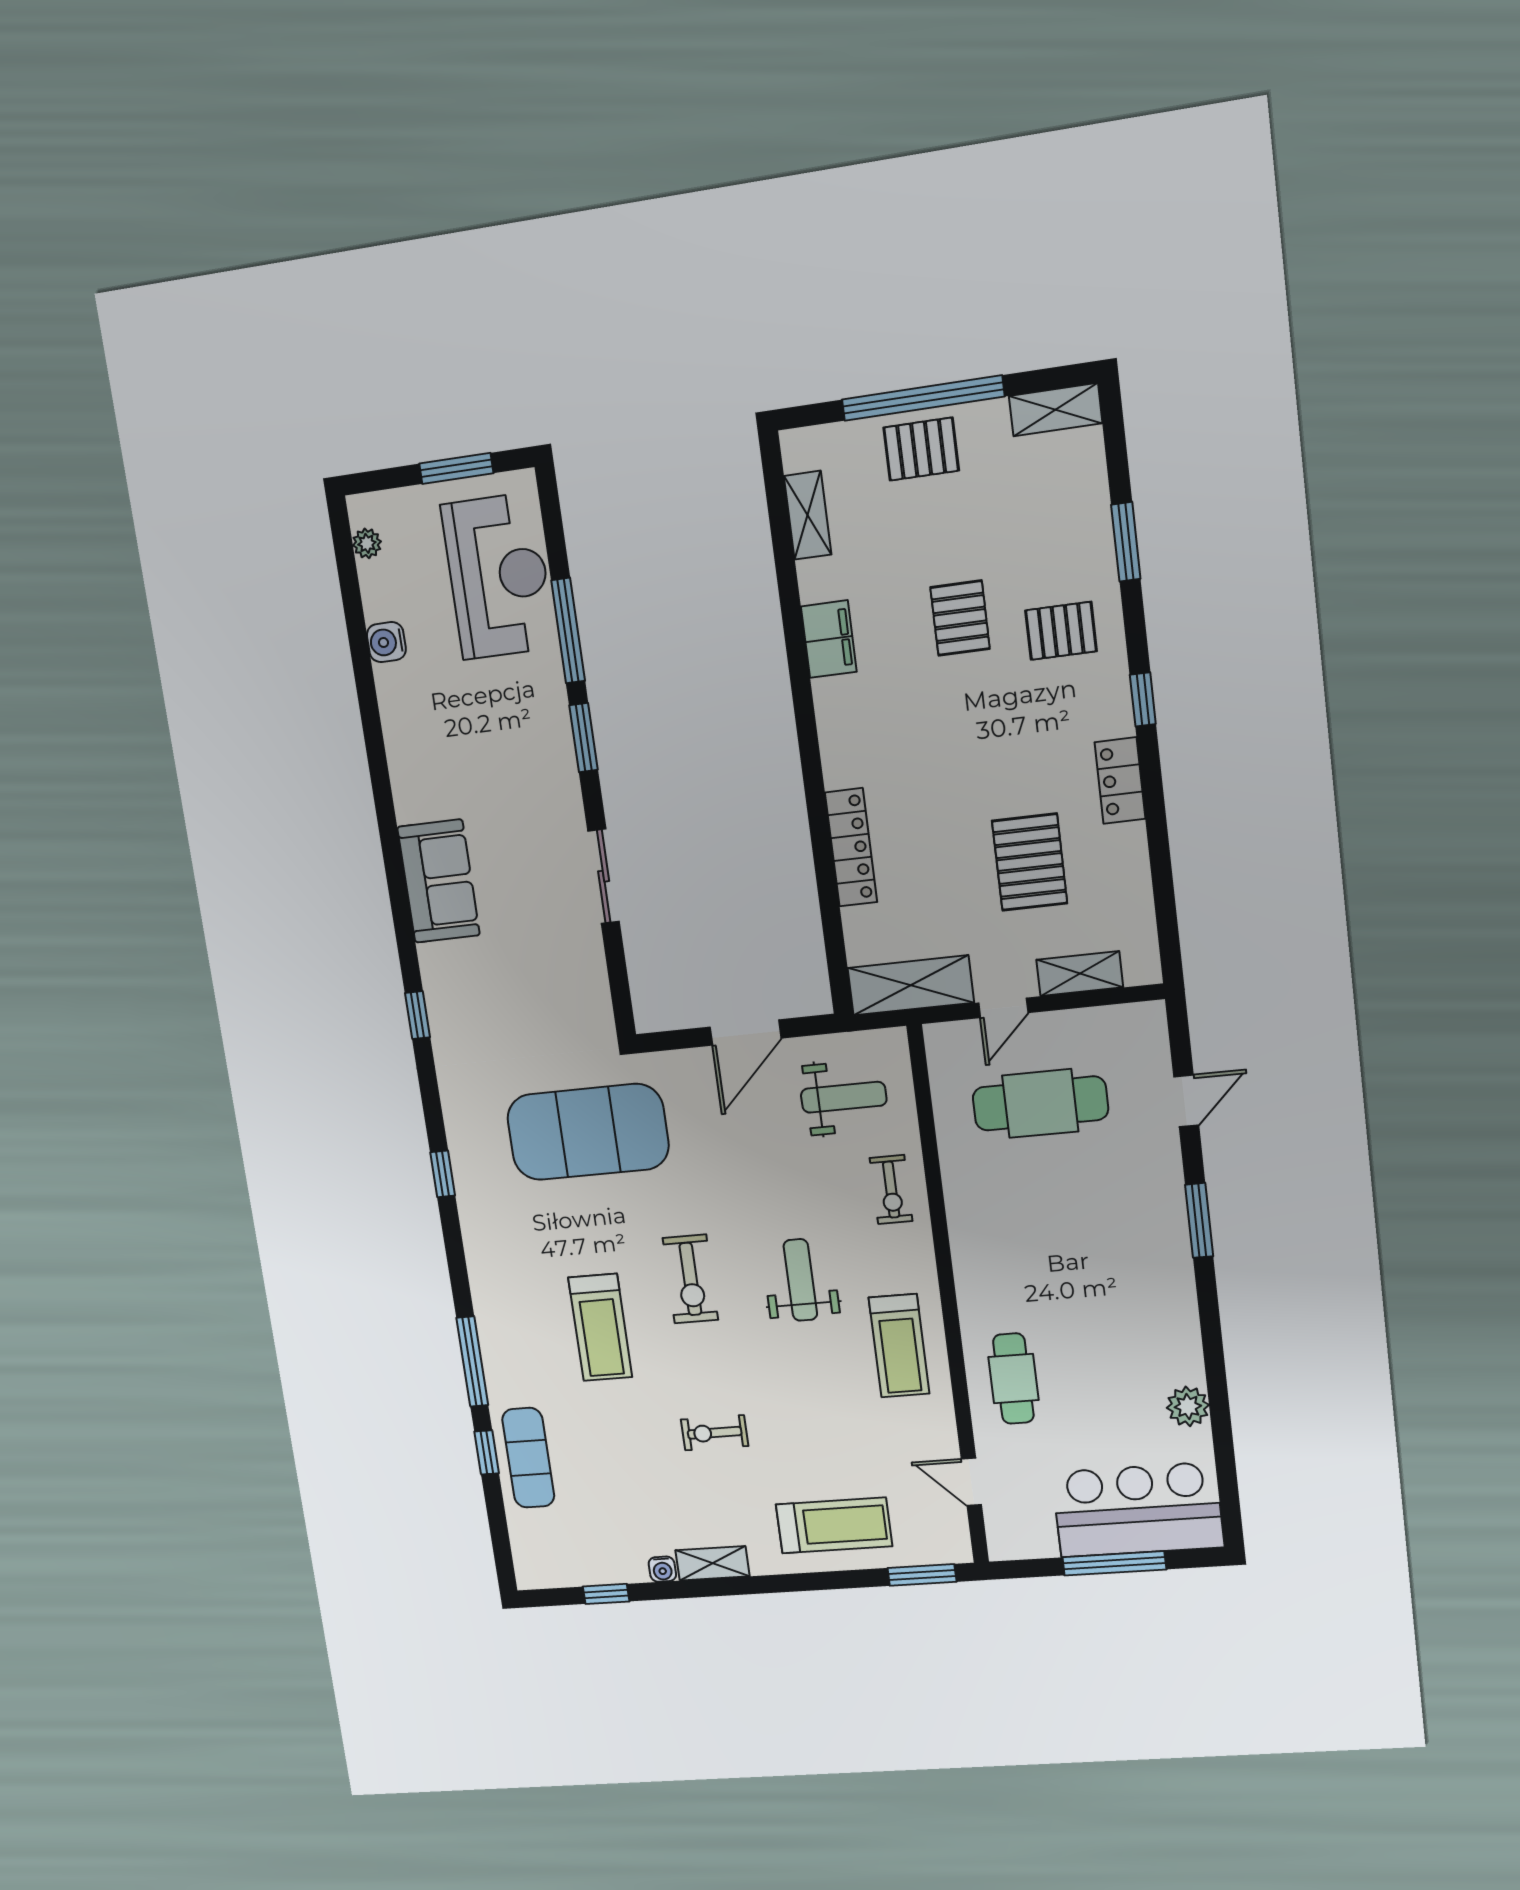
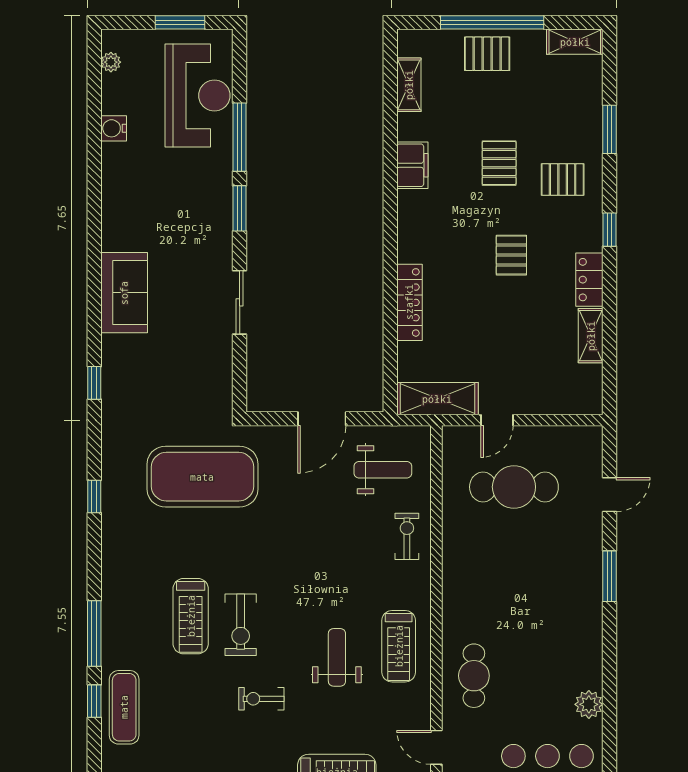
pallet: (1030, 862) -> (511, 255), moved, width x0.67, depth x0.71
shelving: (1080, 974) -> (591, 336), moved, turned 90
exercise bike: (891, 1190) -> (407, 536), turned 180
exercise bike: (690, 1279) -> (241, 625), moved
weight bench: (800, 1280) -> (337, 657), moved

